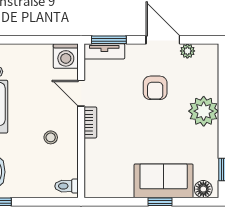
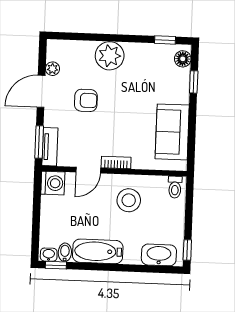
stool: (51, 137) -> (129, 200), width x1.89, depth x1.89
sofa: (164, 181) -> (172, 132), moved
window: (160, 202) -> (194, 82), moved

